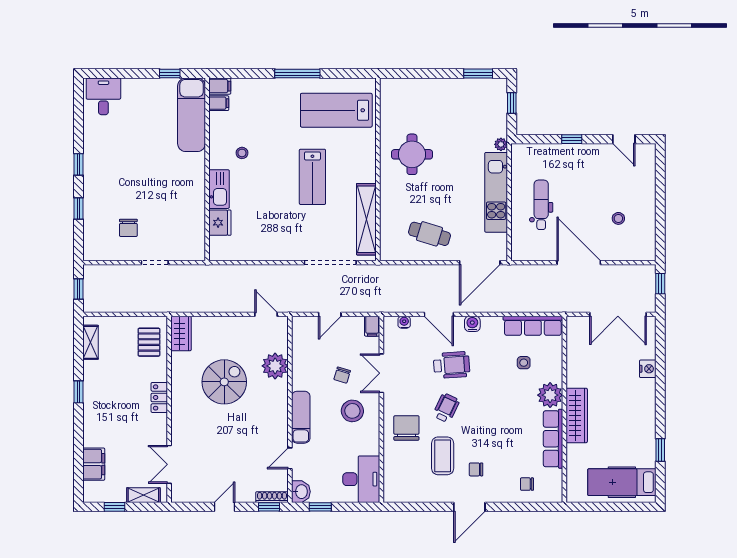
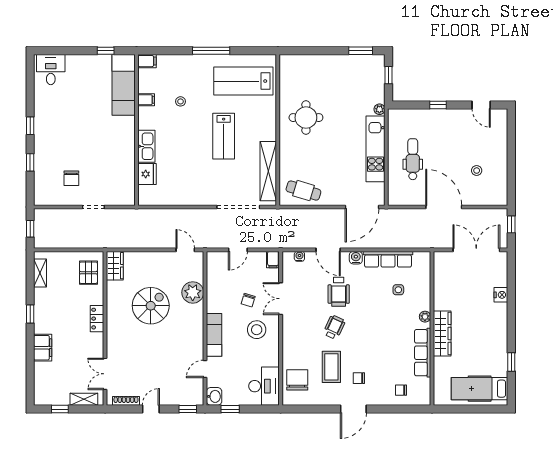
filing cabinet: (219, 103) -> (146, 100), moved
stool: (242, 153) -> (180, 101), moved
cafe table: (429, 234) -> (303, 191), moved
double door: (618, 314) -> (476, 250), swing flipped
row of seats: (533, 326) -> (388, 259), moved
wheelchair: (452, 365) -> (339, 292), turned 94
plant: (550, 395) -> (425, 317), width x0.53, depth x0.53
chair: (406, 428) -> (297, 380), moved
filing cabinet: (94, 464) -> (43, 348), moved
shoe rack: (272, 497) -> (126, 401), moved

